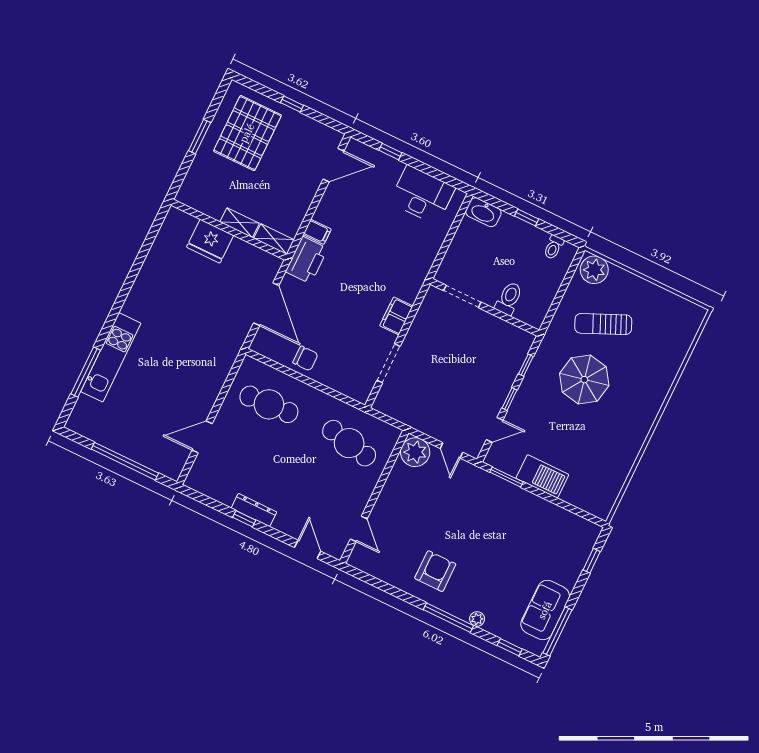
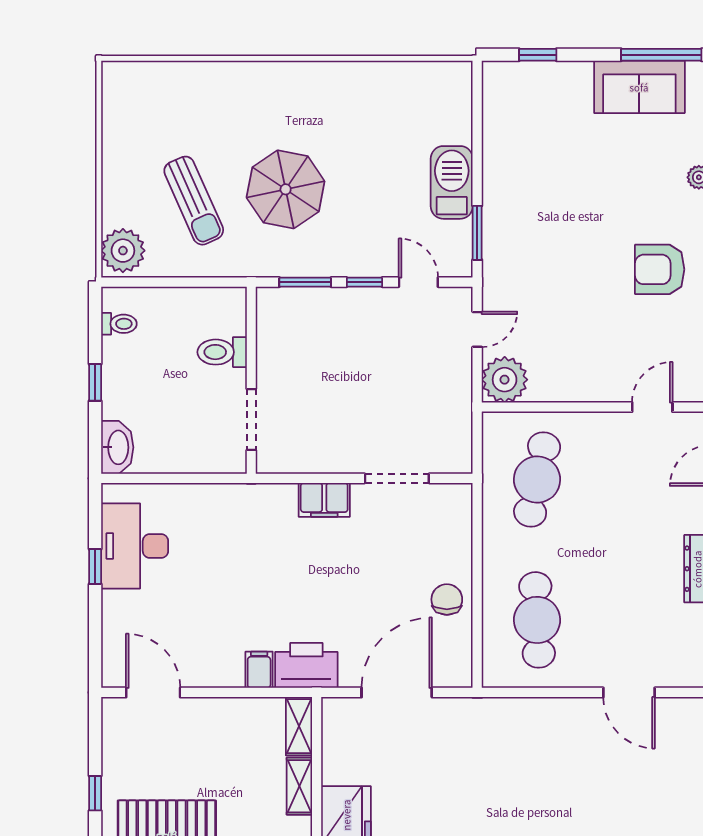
window: (390, 152) -> (95, 567), moved
window: (526, 365) -> (305, 282), width x1.50

